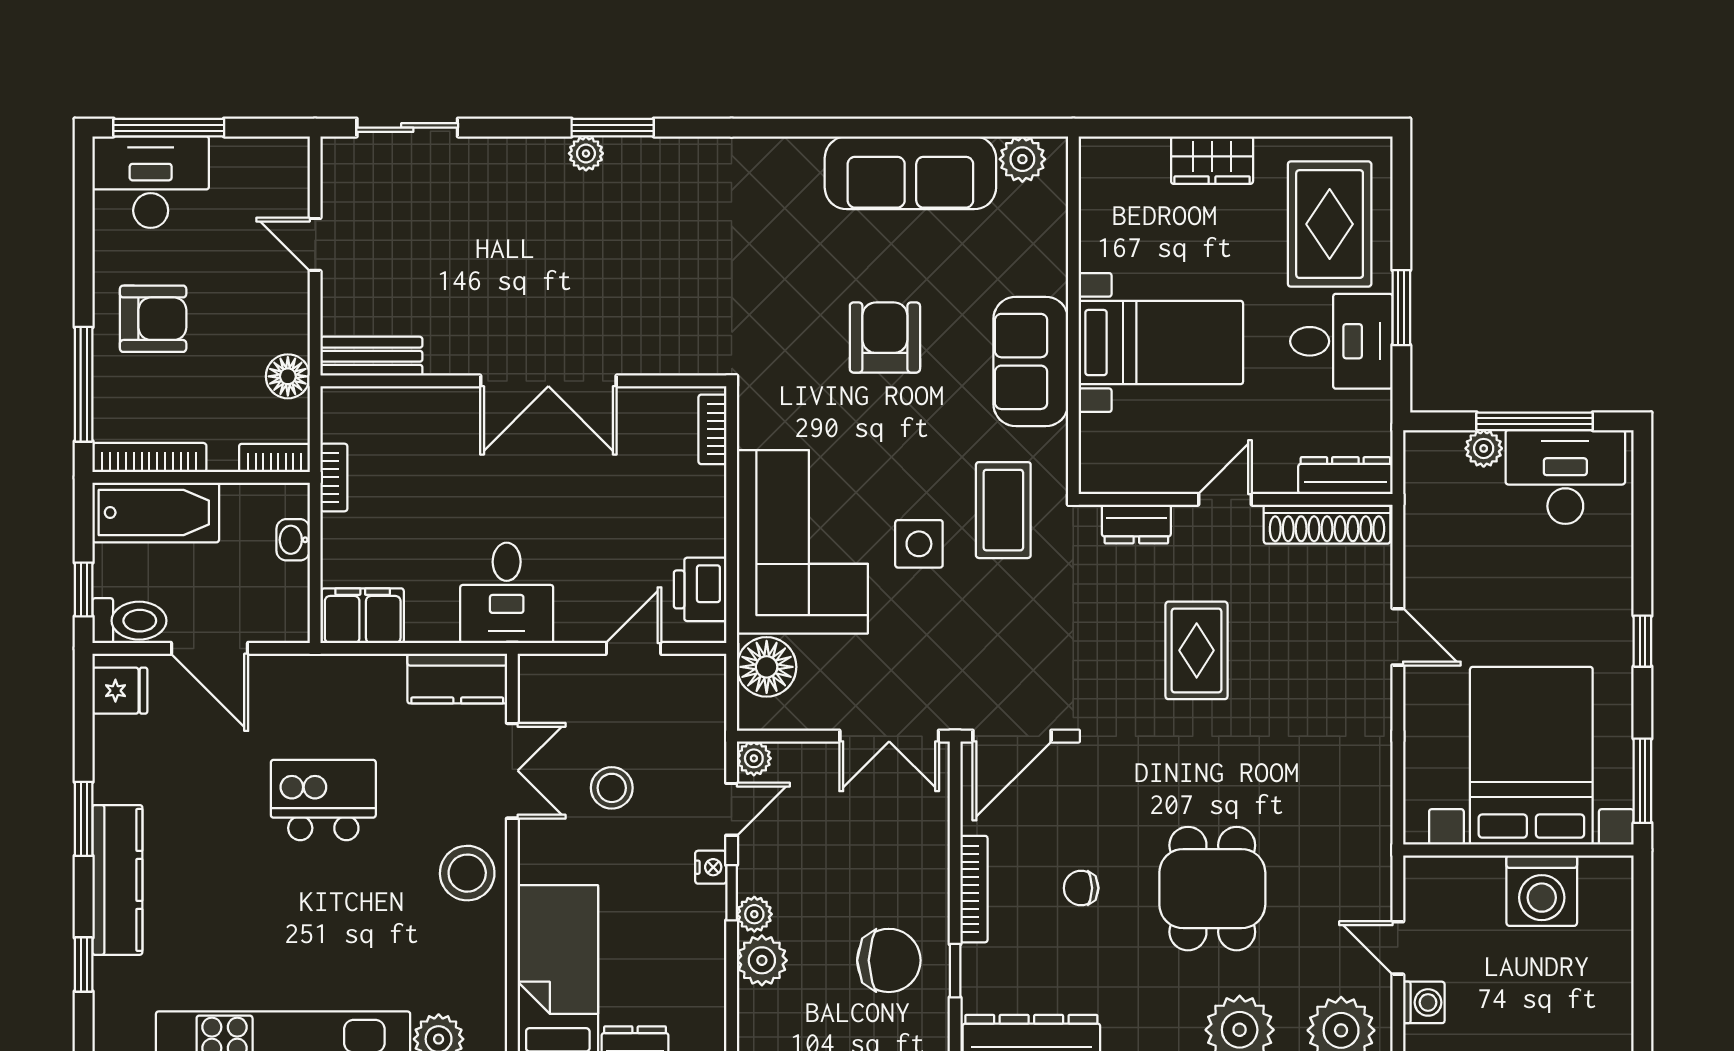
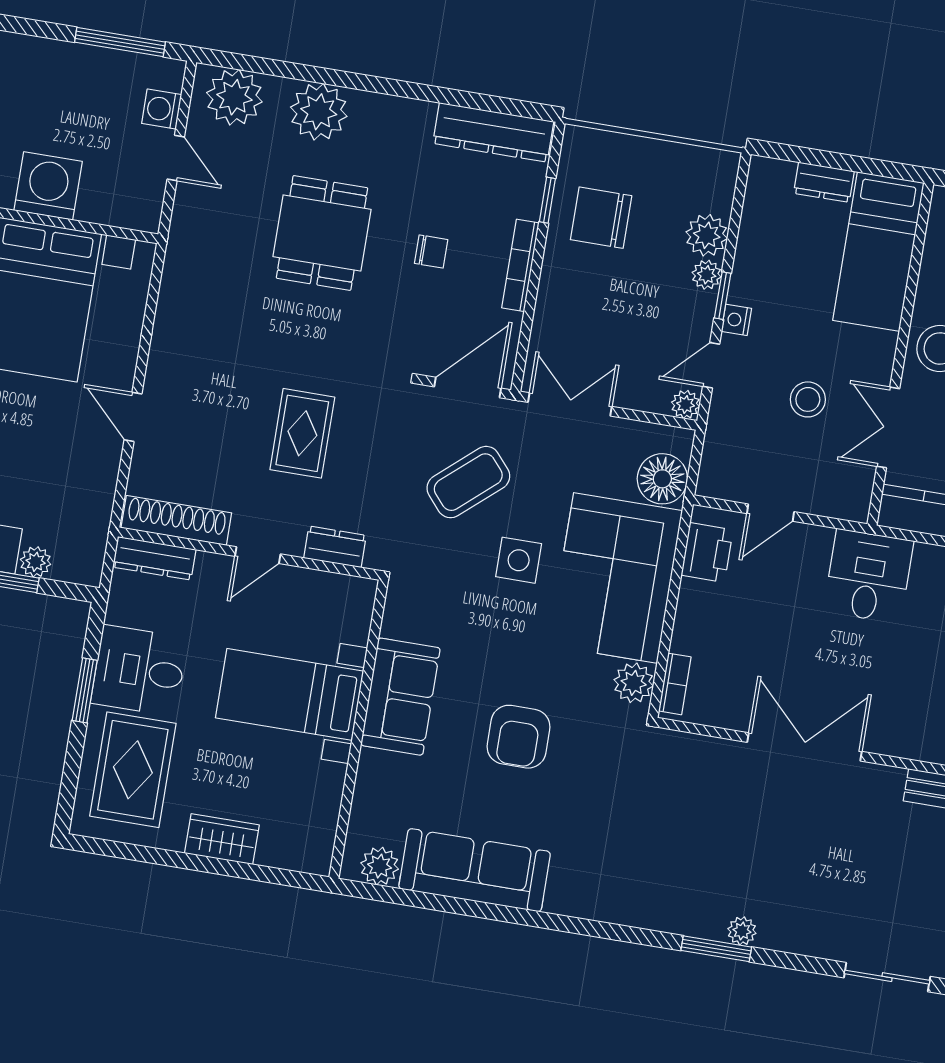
plant: (761, 423) -> (634, 683), added
coffee table: (1003, 510) -> (468, 482), moved, turned 49

